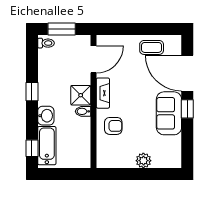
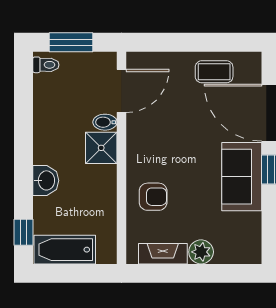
window: (32, 92) -> (23, 142), removed
fireplace: (103, 93) -> (163, 254), moved, turned -90
bidet: (83, 111) -> (105, 122), moved
bathtub: (47, 146) -> (65, 250), moved, turned -90

